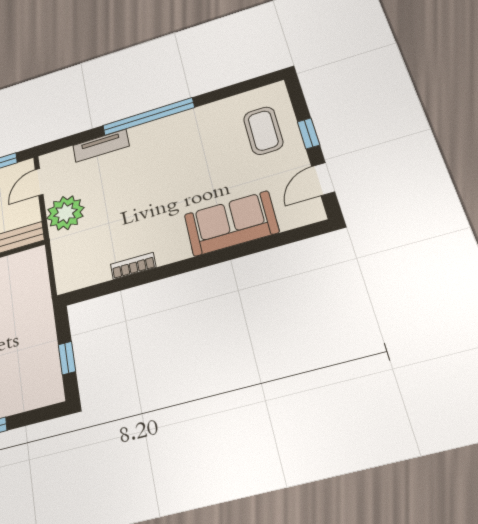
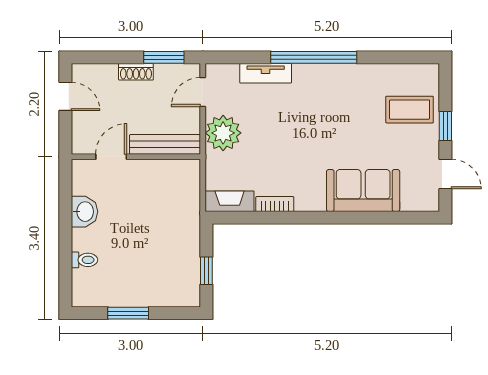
coffee table: (263, 131) -> (410, 110), turned 90
door: (323, 179) -> (445, 174), swing flipped
fireplace: (82, 277) -> (230, 201), added

